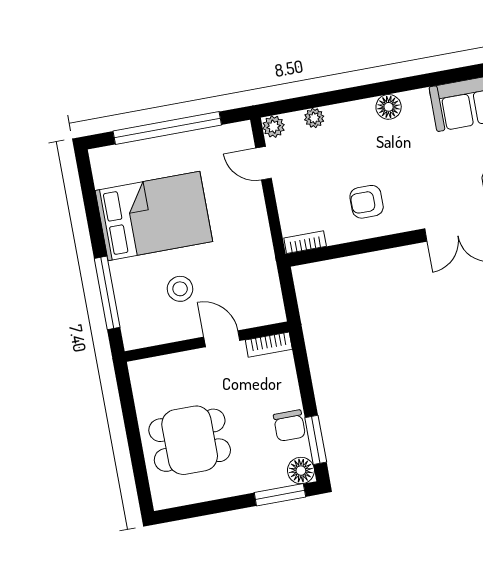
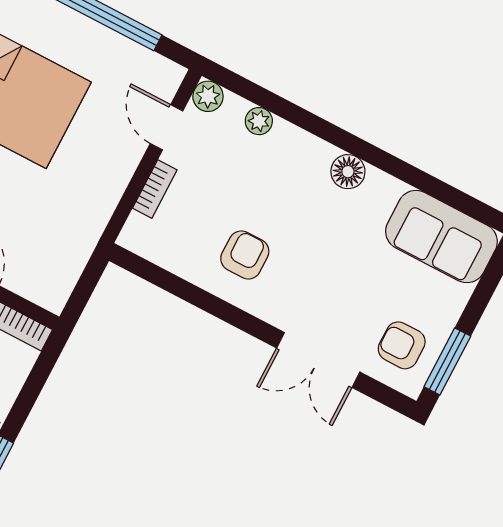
armchair: (367, 202) -> (245, 255), turned 90
bookcase: (305, 242) -> (155, 189), moved, turned 90

